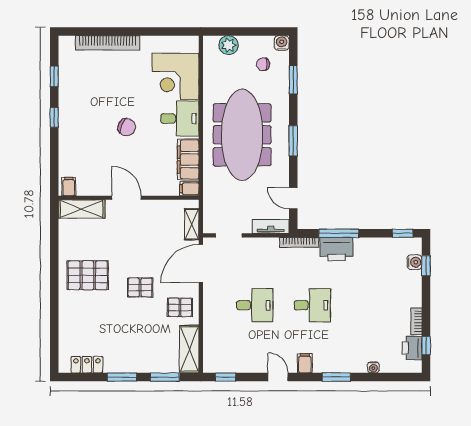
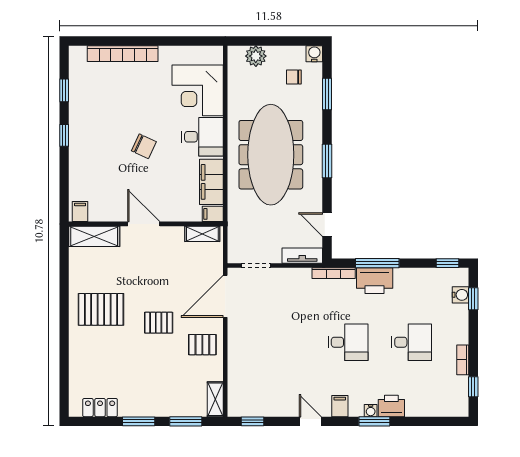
shelving: (192, 224) -> (202, 234), moved, turned 90
desk: (255, 305) -> (412, 342), moved
printer: (412, 348) -> (391, 406), moved, turned 90
shelving: (189, 349) -> (215, 399), width x0.67, depth x0.75
water cooler: (373, 367) -> (371, 411), moved

